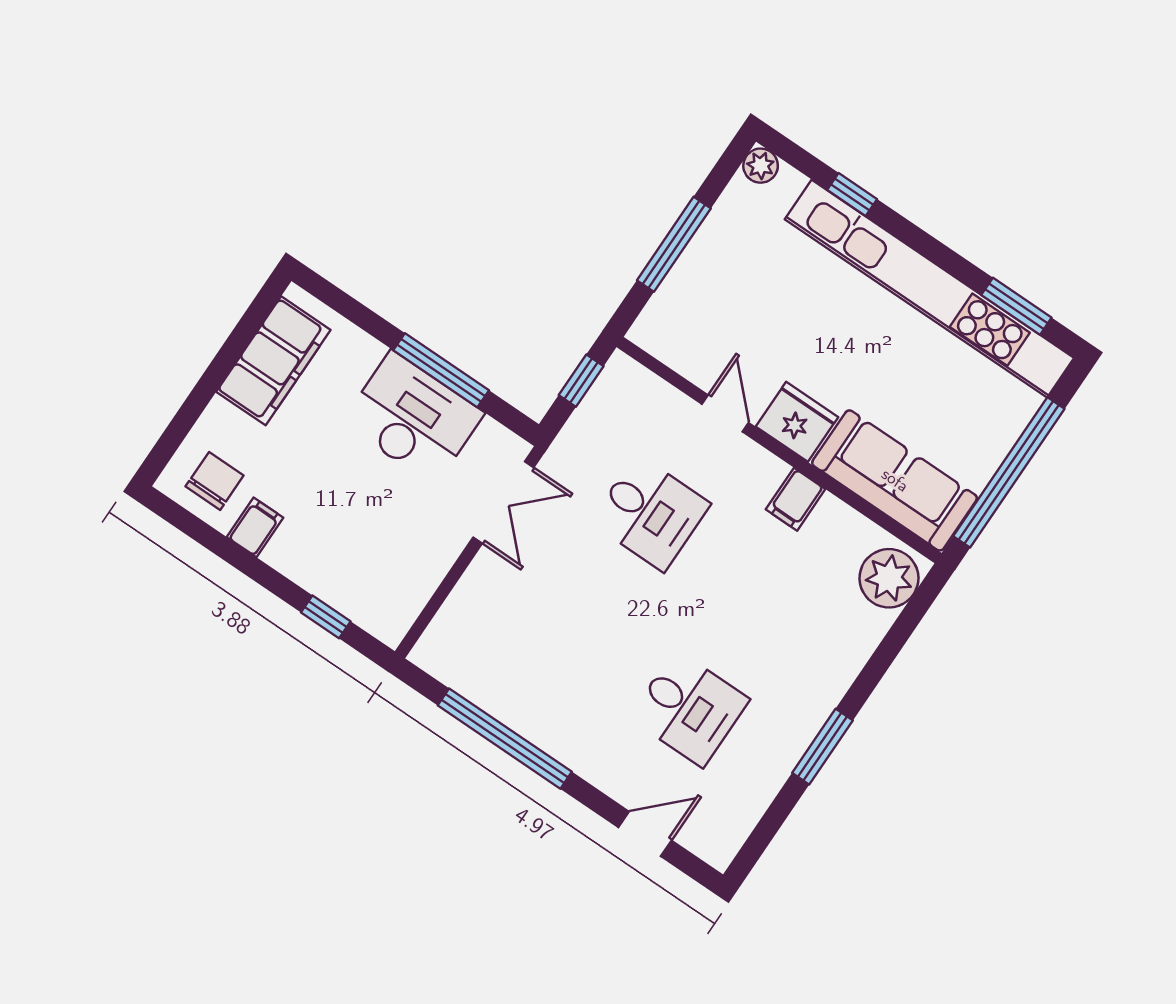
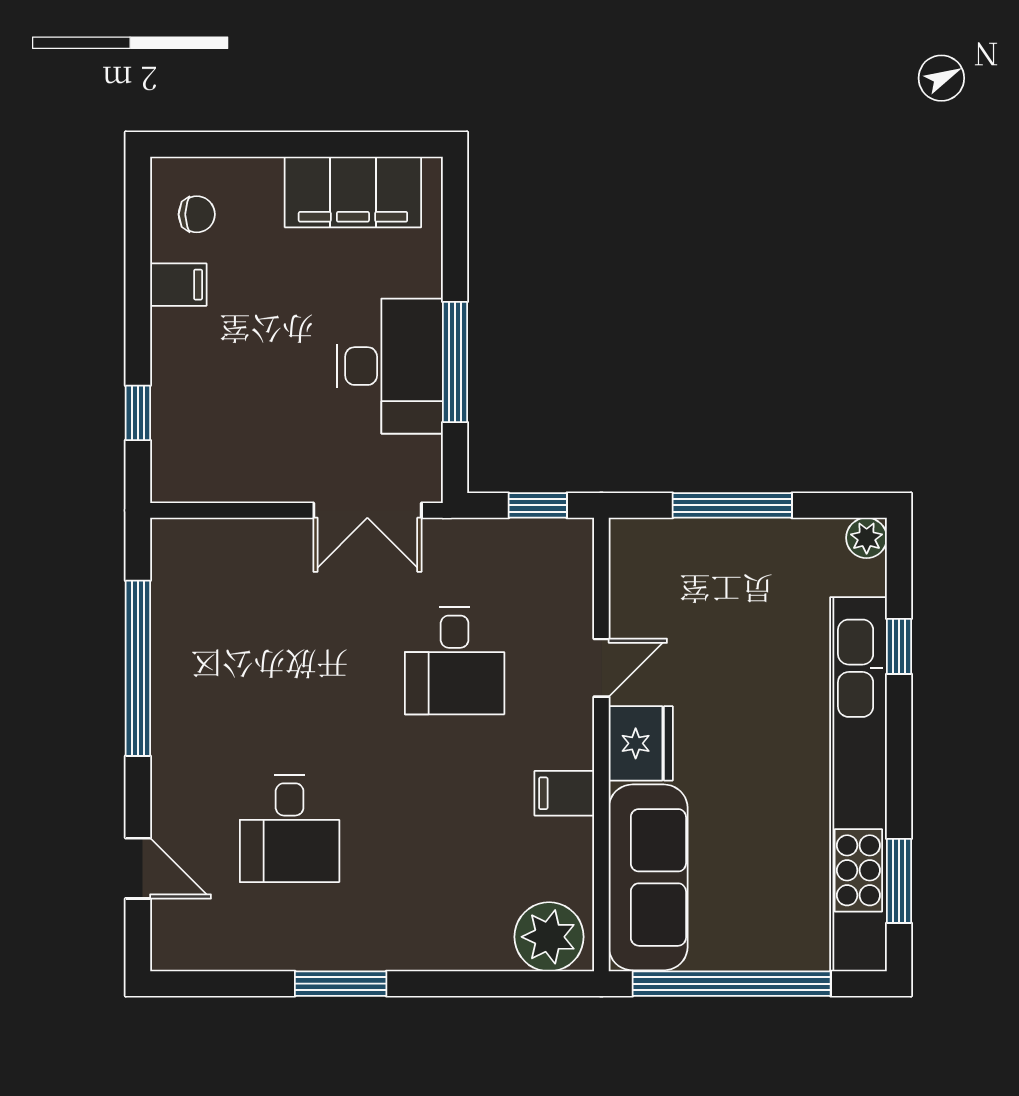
chair: (215, 481) -> (197, 214), width x0.73, depth x0.73

